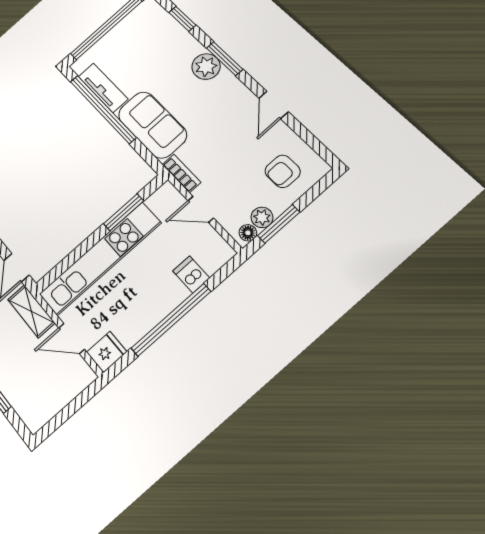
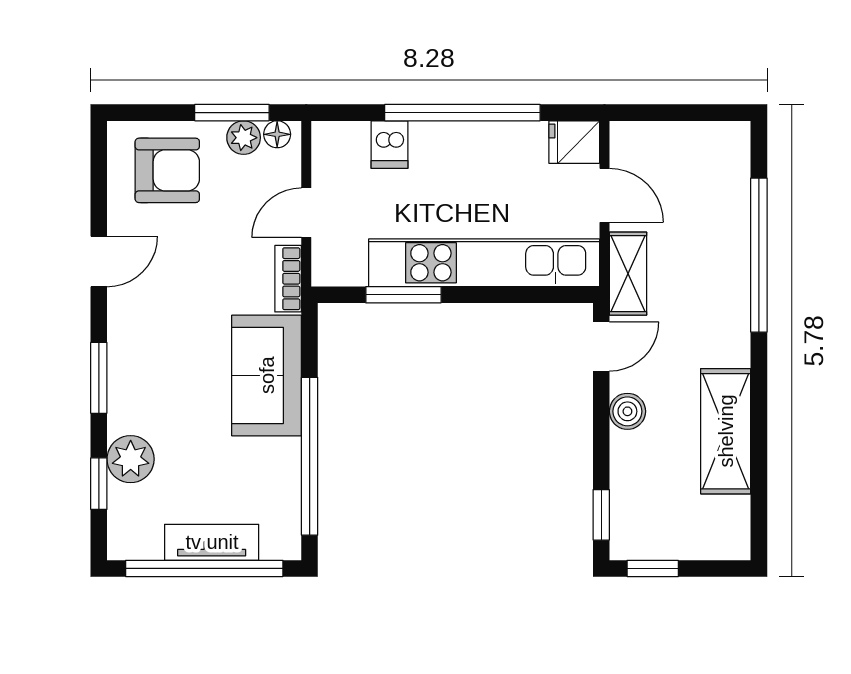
plant: (206, 67) -> (131, 459), moved
tv unit: (103, 88) -> (212, 542), moved, turned 90
armchair: (283, 171) -> (167, 170), width x1.38, depth x1.38
door: (201, 209) -> (306, 213), swing flipped

